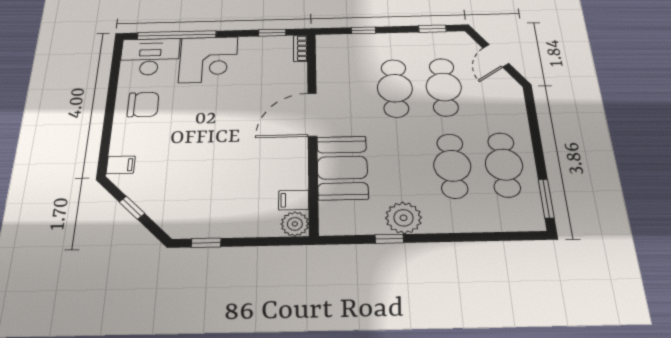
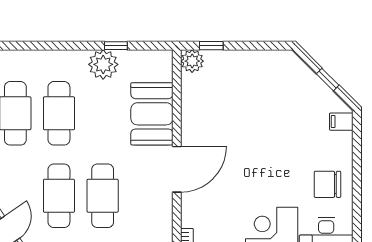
filing cabinet: (294, 200) -> (193, 83), removed
window: (206, 243) -> (211, 46), moved

